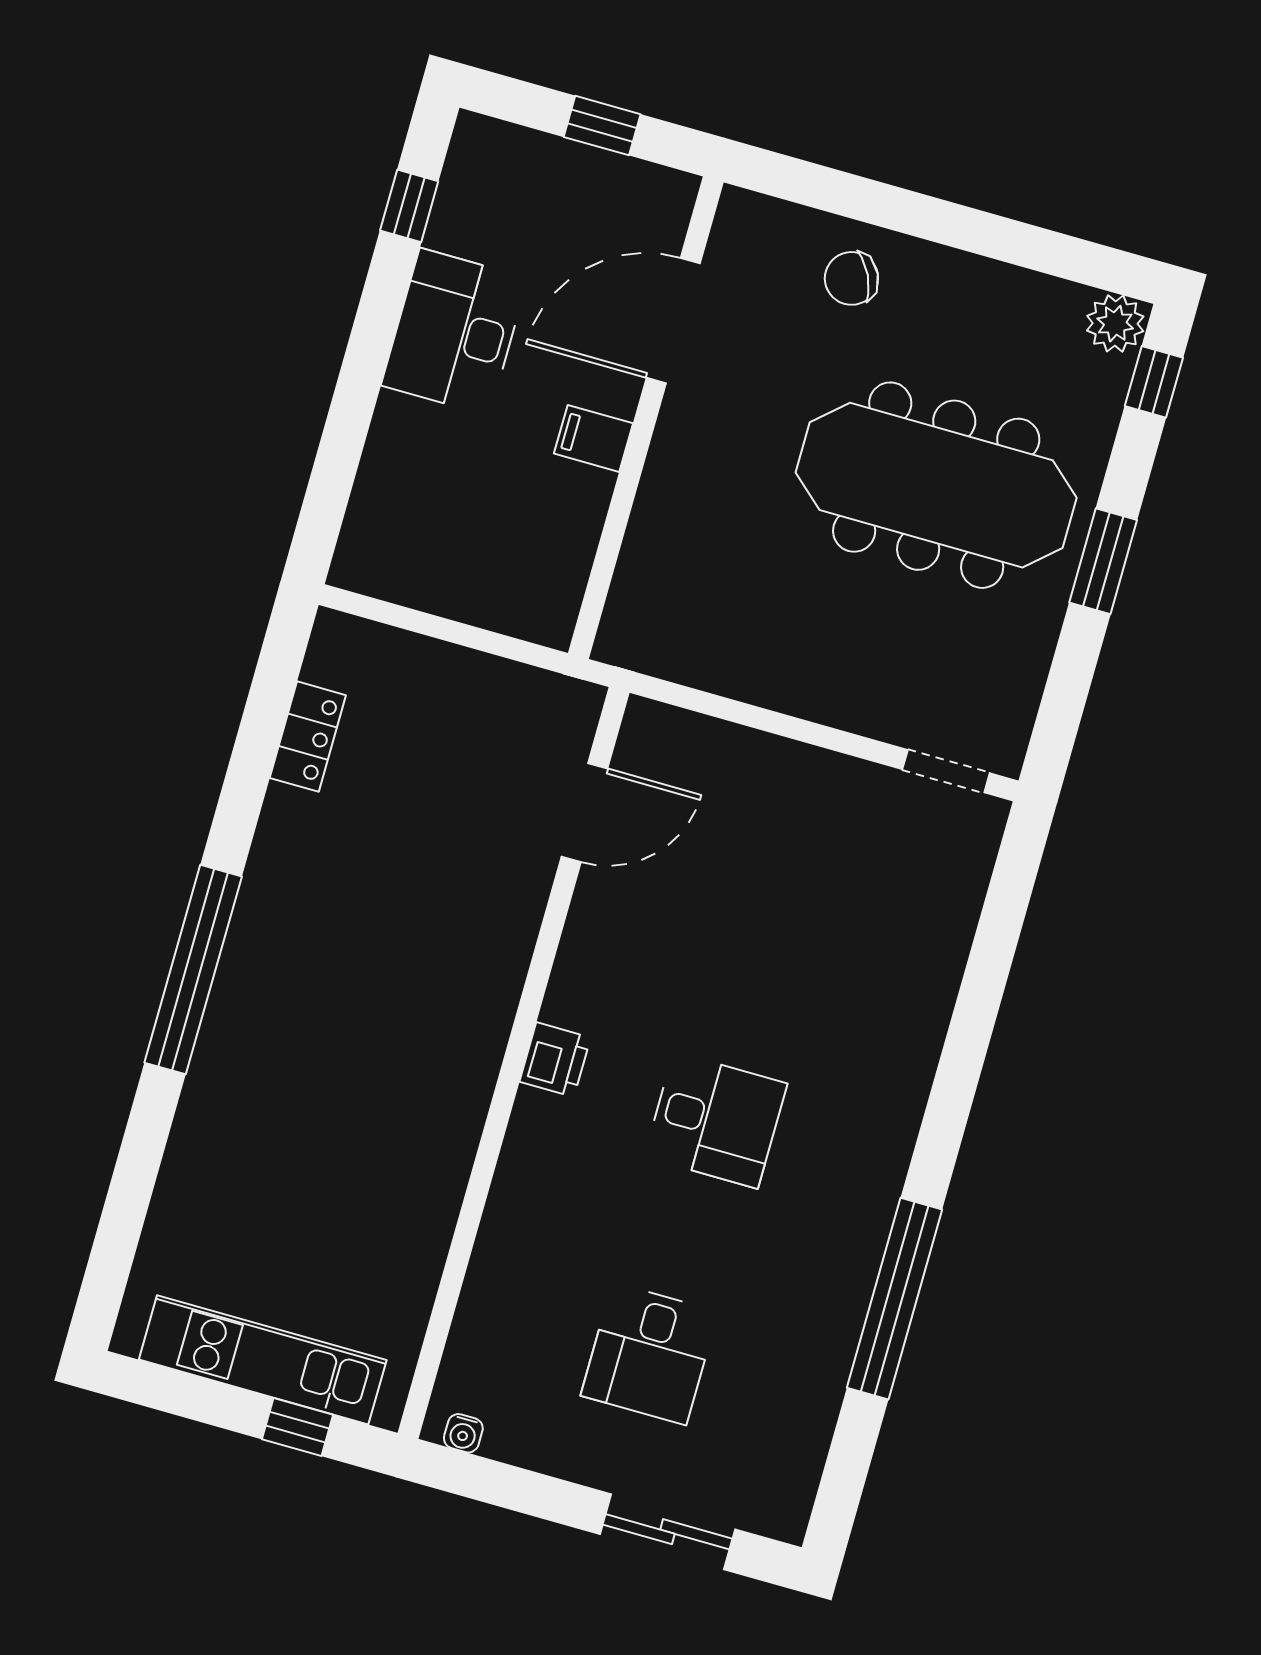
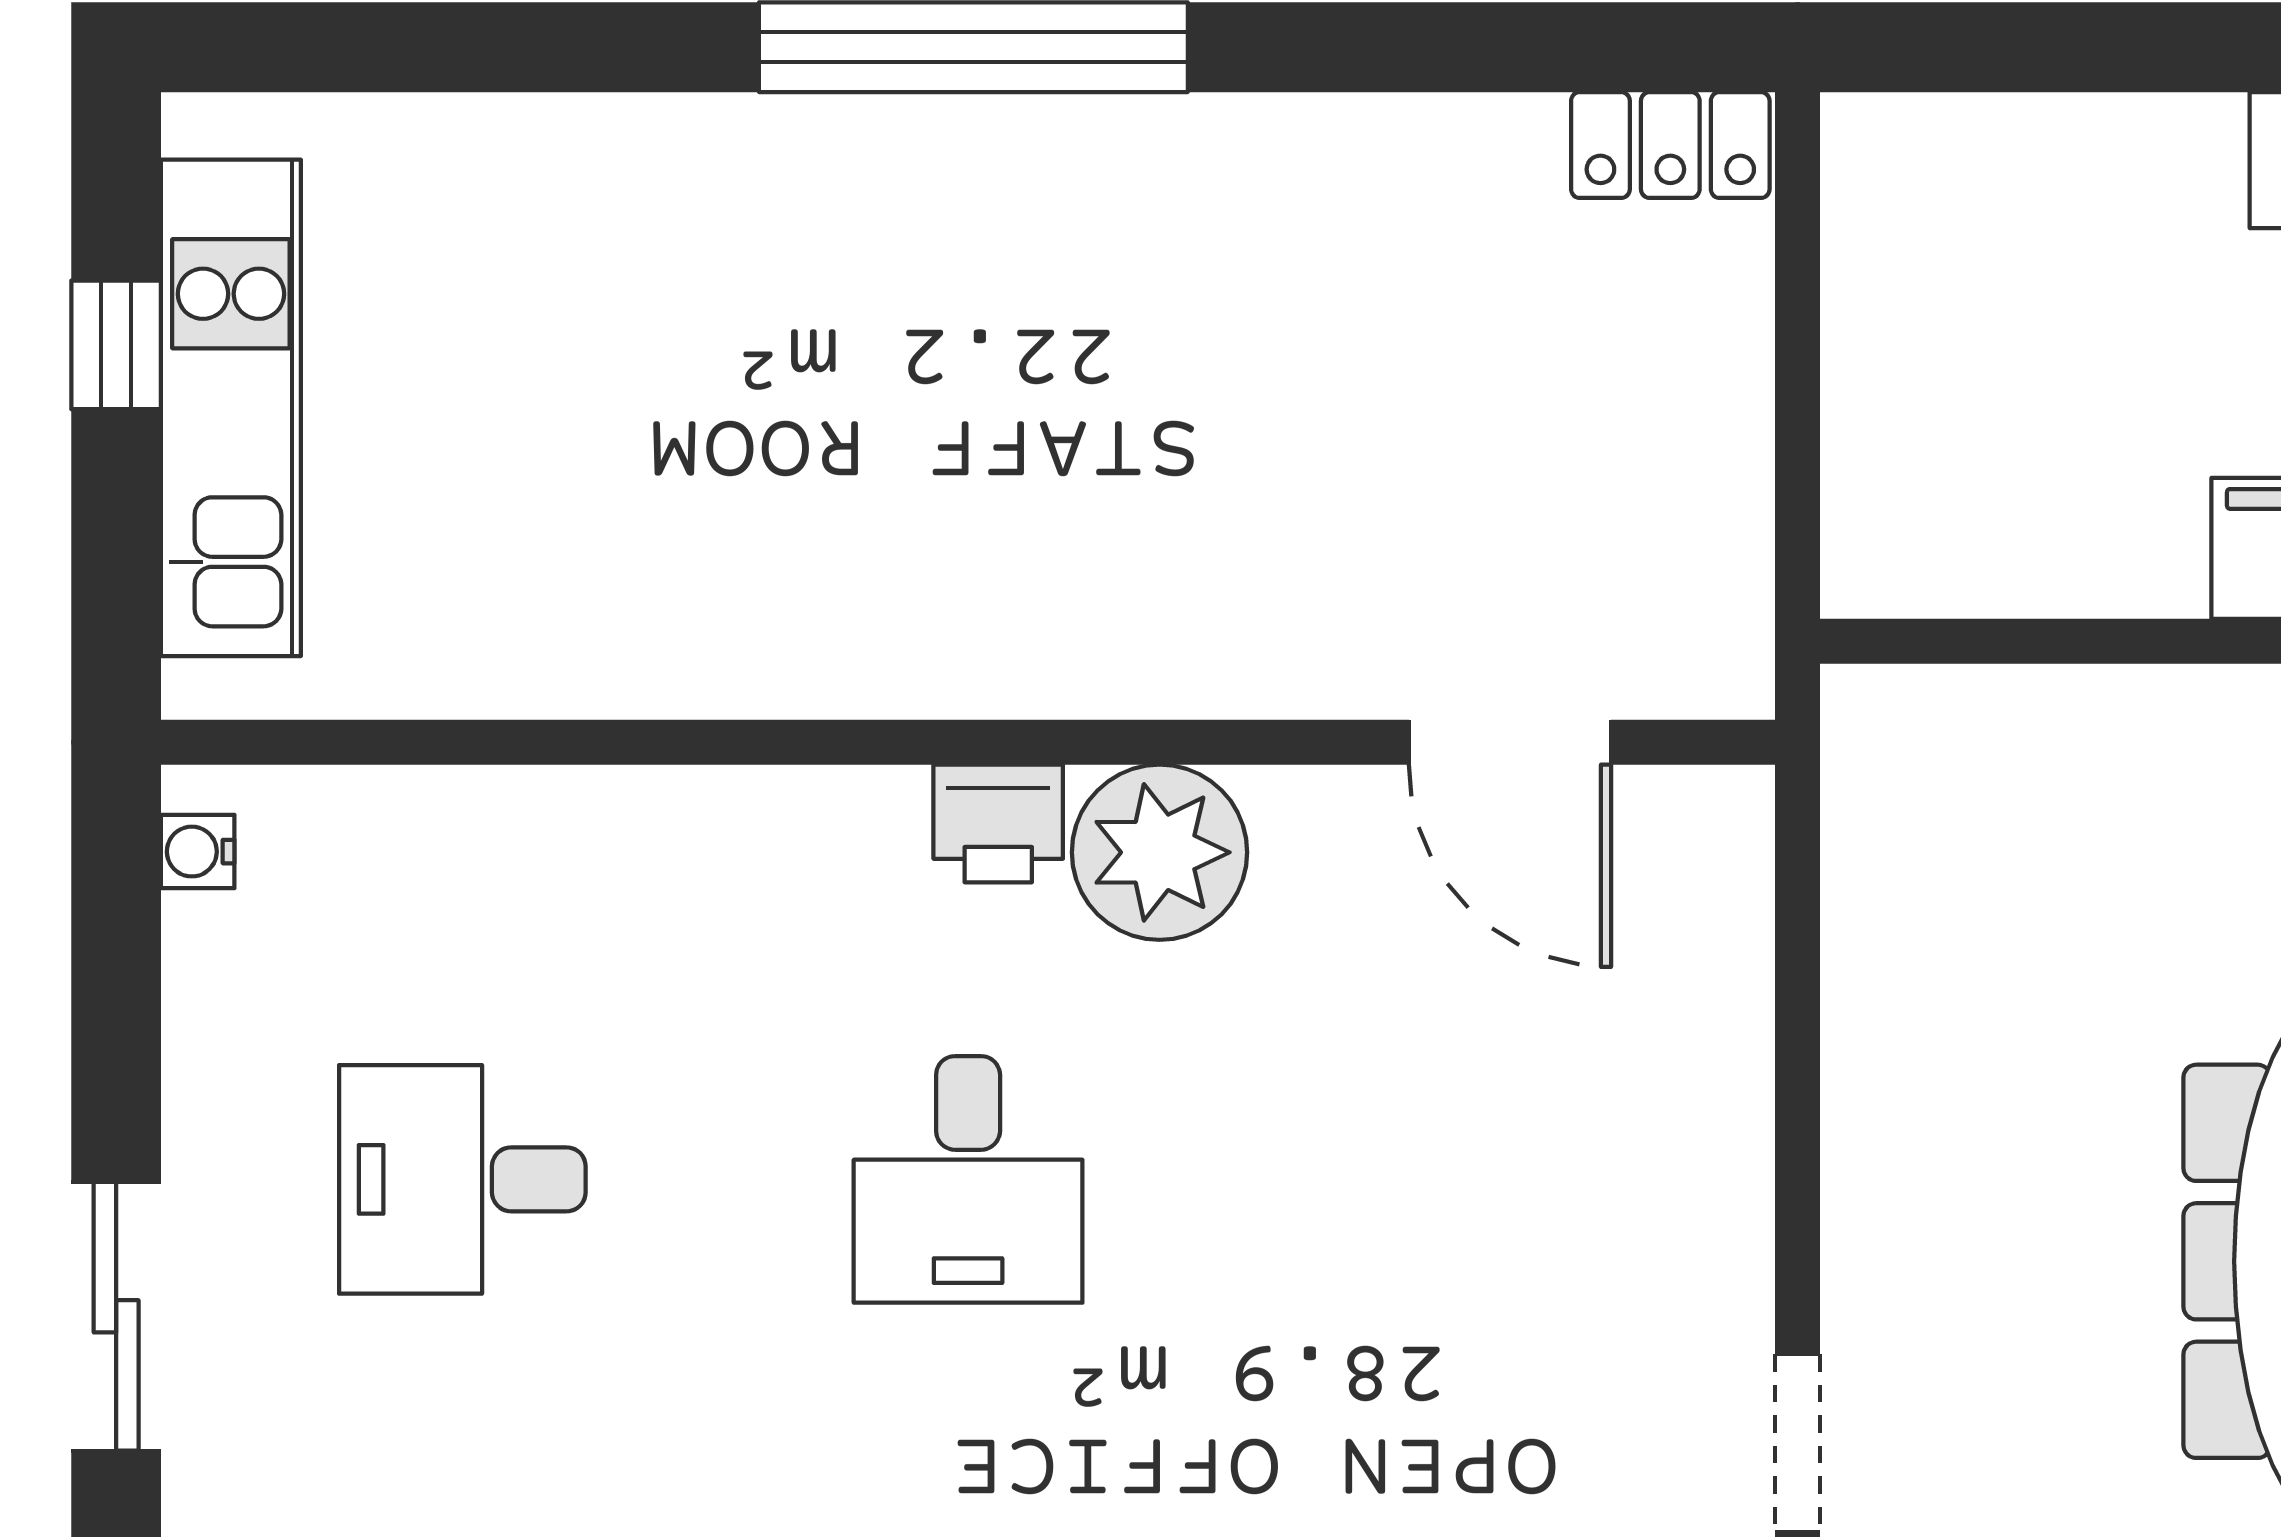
locker: (308, 737) -> (1670, 145), moved
plant: (589, 989) -> (1160, 852), added
window: (297, 1427) -> (116, 345), moved

